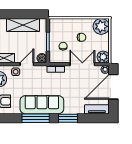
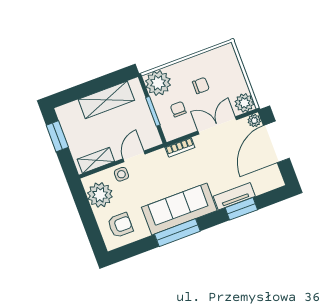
plant: (101, 26) -> (158, 83), moved
boiler: (42, 58) -> (153, 139), removed
tv unit: (97, 109) -> (234, 196), moved
window: (68, 118) -> (241, 209), moved

